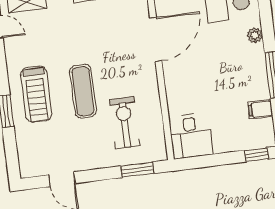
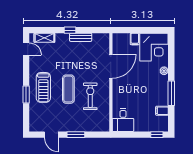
exercise bike: (125, 123) -> (90, 96), moved
window: (137, 170) -> (76, 135), moved

